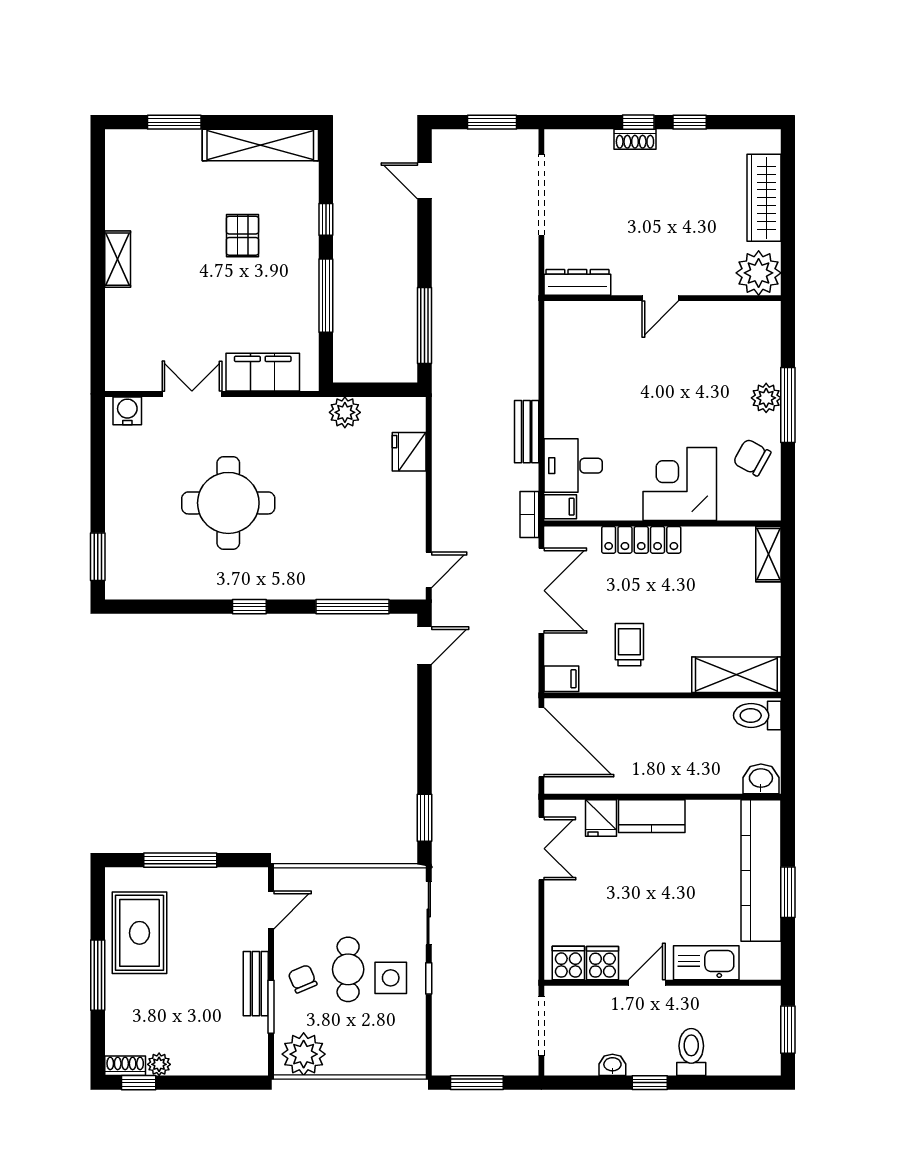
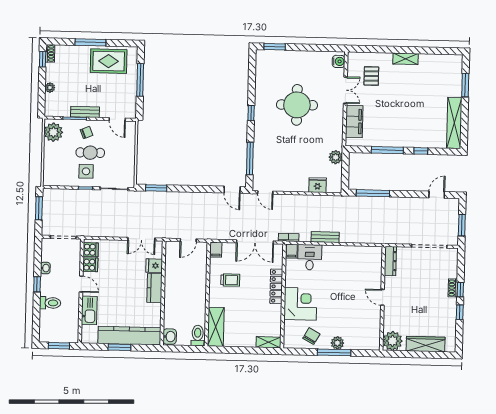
pallet: (242, 236) -> (371, 76), moved, turned 90
door: (541, 742) -> (188, 240), width x0.53
plant: (159, 1064) -> (50, 88), moved

